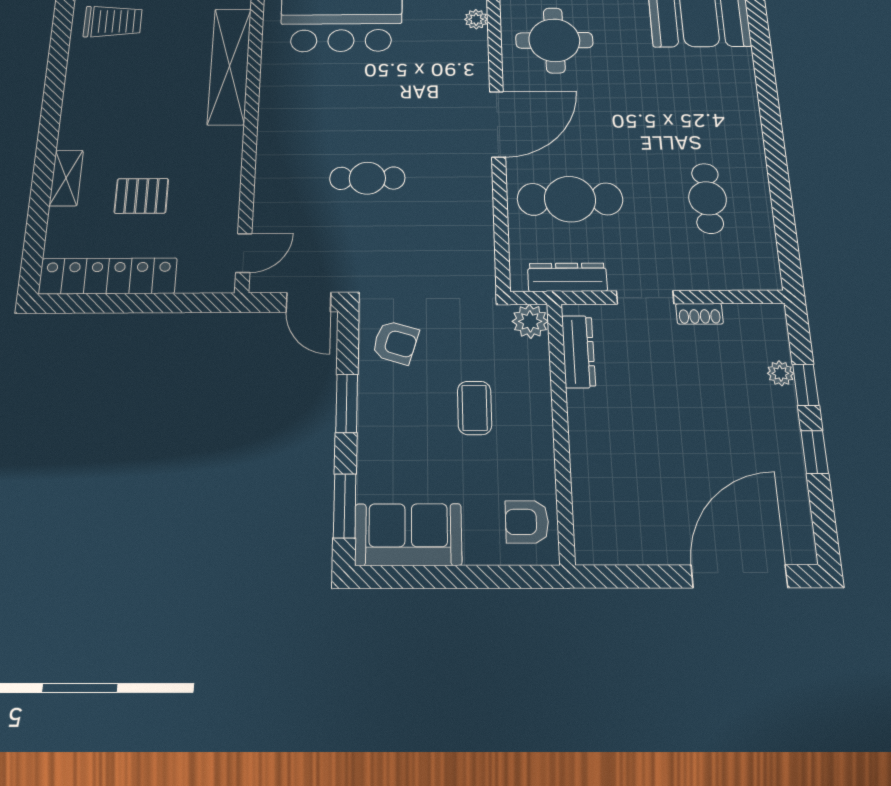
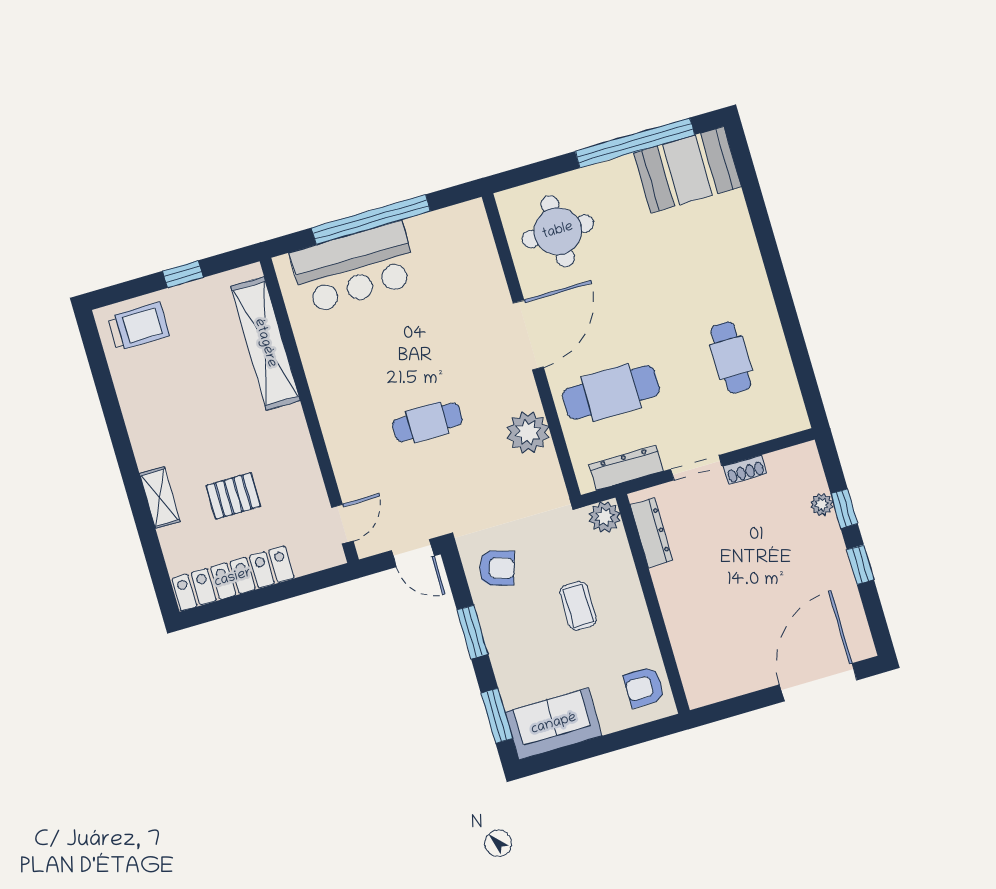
plant: (476, 19) -> (528, 432), moved, width x1.87, depth x1.87

